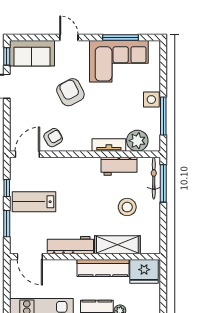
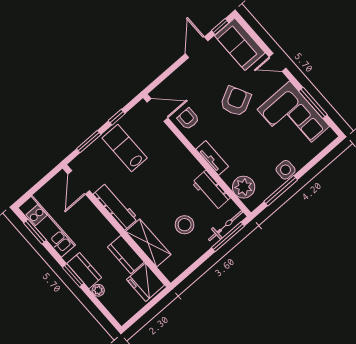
door: (69, 37) -> (278, 62), swing flipped
armchair: (53, 138) -> (188, 119), turned -149
tv unit: (109, 145) -> (212, 158), moved
kitchen counter: (103, 268) -> (126, 254), width x0.67

